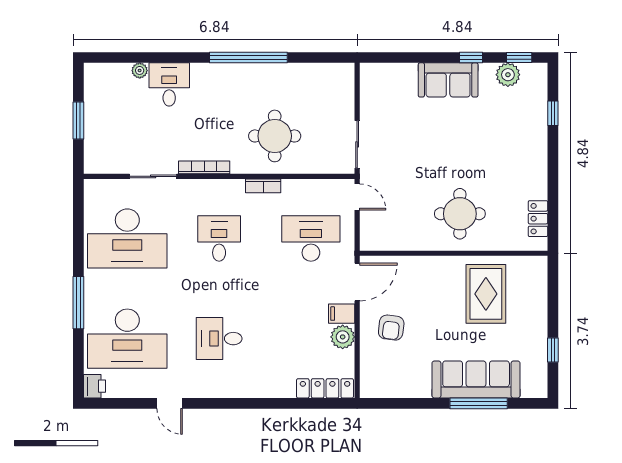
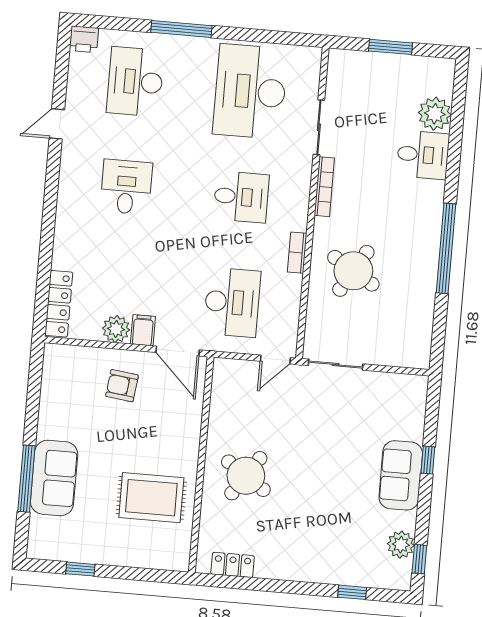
window: (471, 58) -> (428, 460), moved
plant: (140, 70) -> (435, 114), width x1.87, depth x1.87
round table: (275, 136) -> (353, 271), turned 31
round table: (460, 214) -> (246, 476), turned 34
desk: (127, 339) -> (135, 82), width x0.73, depth x0.77
sofa: (476, 379) -> (54, 478), width x0.73

